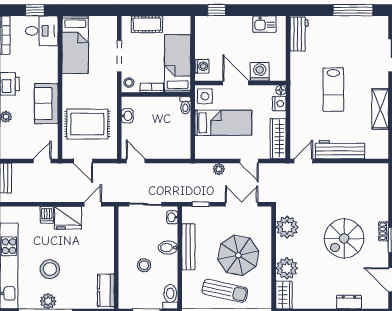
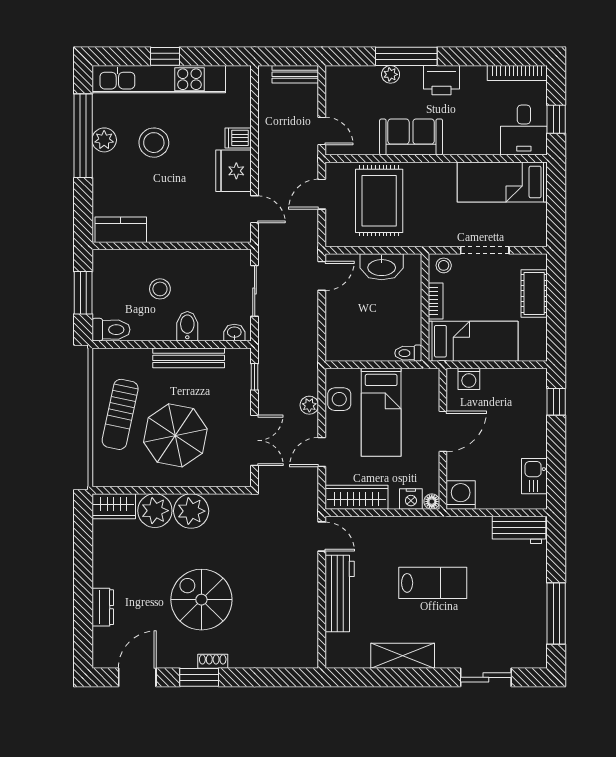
washing machine: (260, 72) -> (461, 495), moved, turned -90
lab bench: (333, 90) -> (433, 583), turned 180
side table: (205, 96) -> (339, 399), moved
washbasin: (127, 116) -> (382, 267), width x1.91, depth x1.45
plant: (287, 227) -> (191, 511), moved

